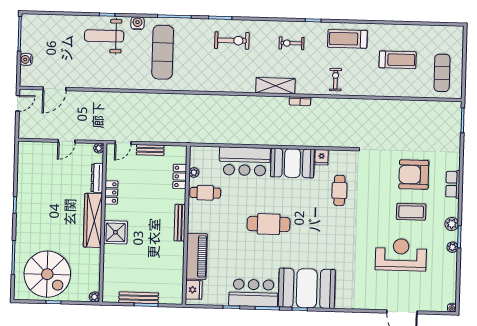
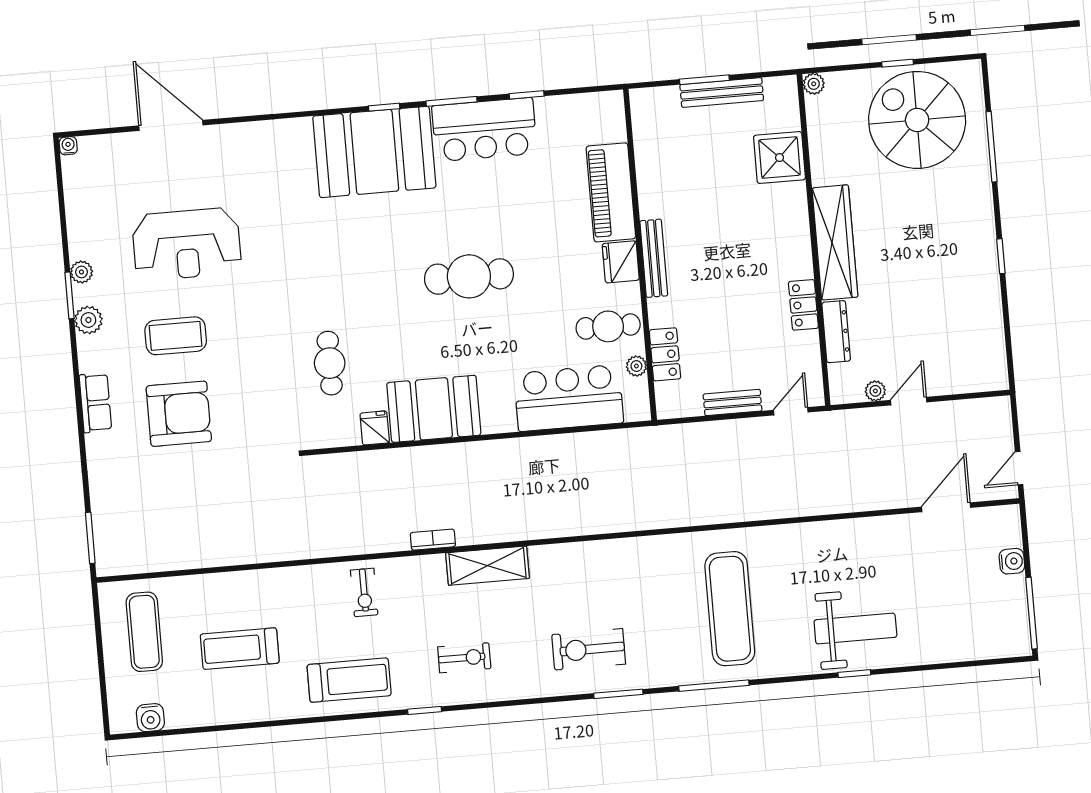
water cooler: (137, 23) -> (150, 718), moved
plant: (99, 148) -> (875, 391), moved
bar counter: (245, 161) -> (569, 398), moved
shower: (116, 232) -> (779, 158), moved
fridge: (194, 290) -> (621, 262), moved

